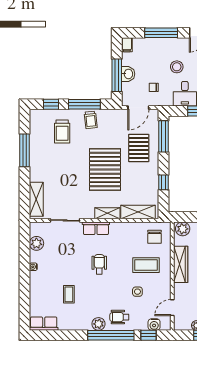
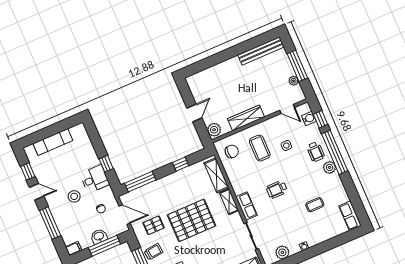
pallet: (139, 148) -> (154, 225), moved, width x0.67, depth x0.71

